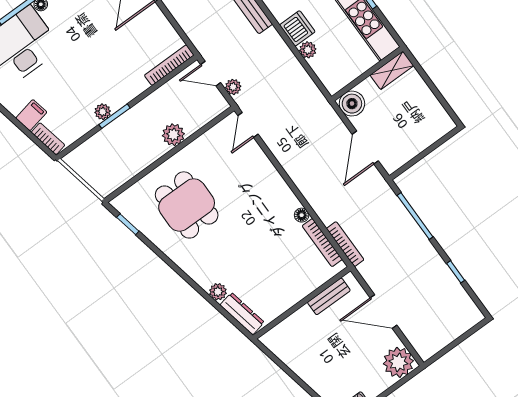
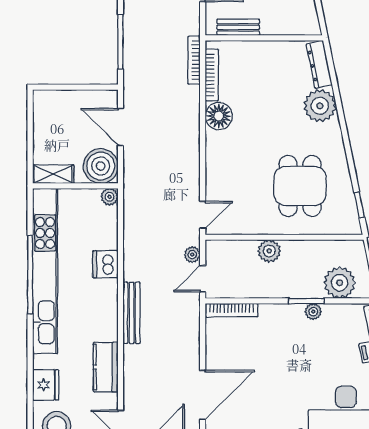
plant: (308, 50) -> (110, 197), moved
door: (211, 74) -> (203, 279), swing flipped
boiler: (352, 104) -> (101, 166), width x1.37, depth x1.37
door: (365, 148) -> (121, 127), swing flipped
plant: (98, 150) -> (340, 283), added
floor lamp: (302, 215) -> (219, 116), width x1.89, depth x1.89
plant: (218, 292) -> (320, 106), width x1.88, depth x1.88

